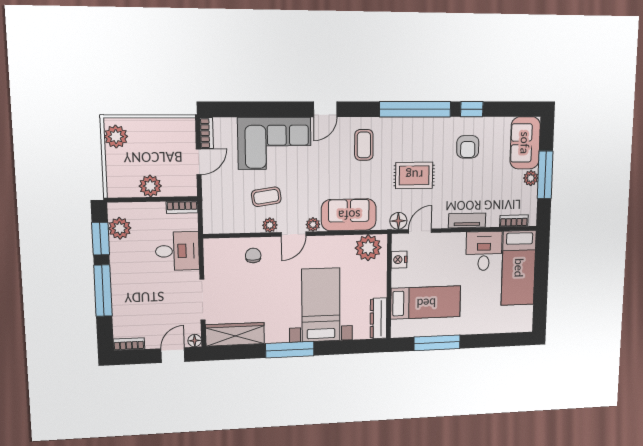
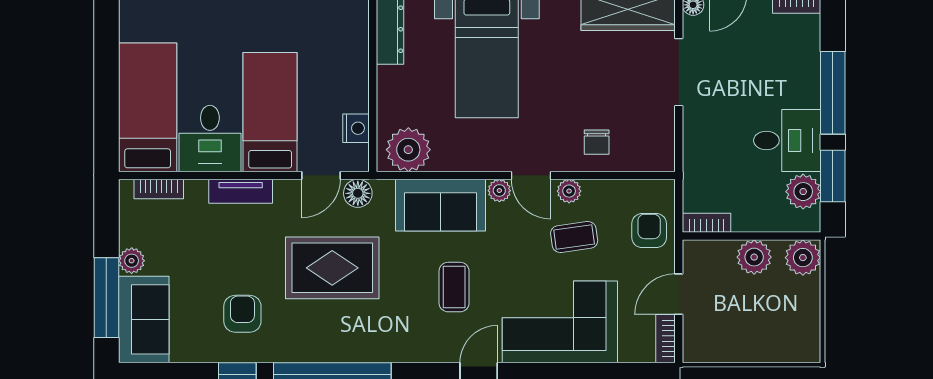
plant: (116, 137) -> (803, 258), moved
coffee table: (364, 145) -> (454, 287), moved
rug: (414, 175) -> (332, 268), width x1.36, depth x1.43
window: (545, 175) -> (106, 298), moved
armchair: (219, 202) -> (649, 231), added
door: (294, 234) -> (531, 175), swing flipped
desk: (177, 251) -> (787, 140), moved, turned 180
bed: (426, 303) -> (270, 112), moved, turned 90

